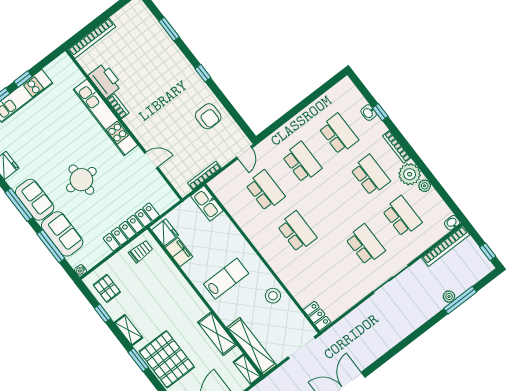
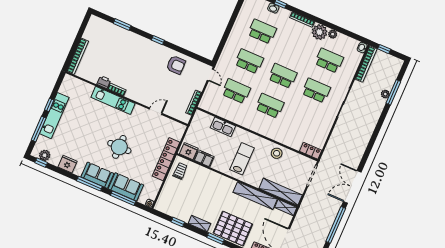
printer: (105, 81) -> (104, 82), width x0.53, depth x0.68
kitchen unit: (105, 117) -> (113, 100), width x0.73
school desk: (370, 175) -> (283, 76), moved
kitchen sink: (207, 203) -> (223, 127), moved
window: (488, 252) -> (384, 49), moved
pallet: (107, 288) -> (172, 205), removed
shelving: (217, 334) -> (255, 196), width x1.47

